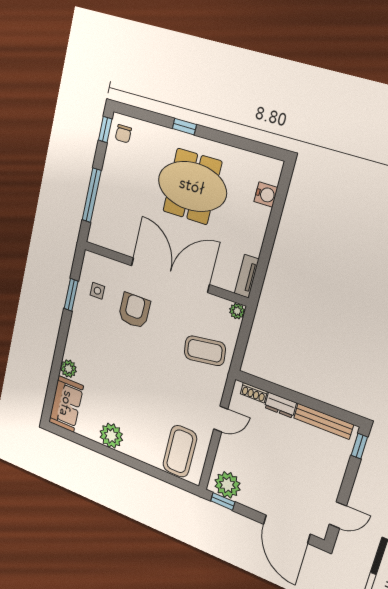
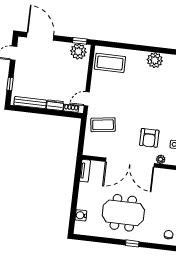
plant: (237, 311) -> (161, 159), moved
door: (221, 419) -> (87, 99), moved
window: (359, 446) -> (10, 84), moved
coffee table: (180, 451) -> (110, 63), turned 90

